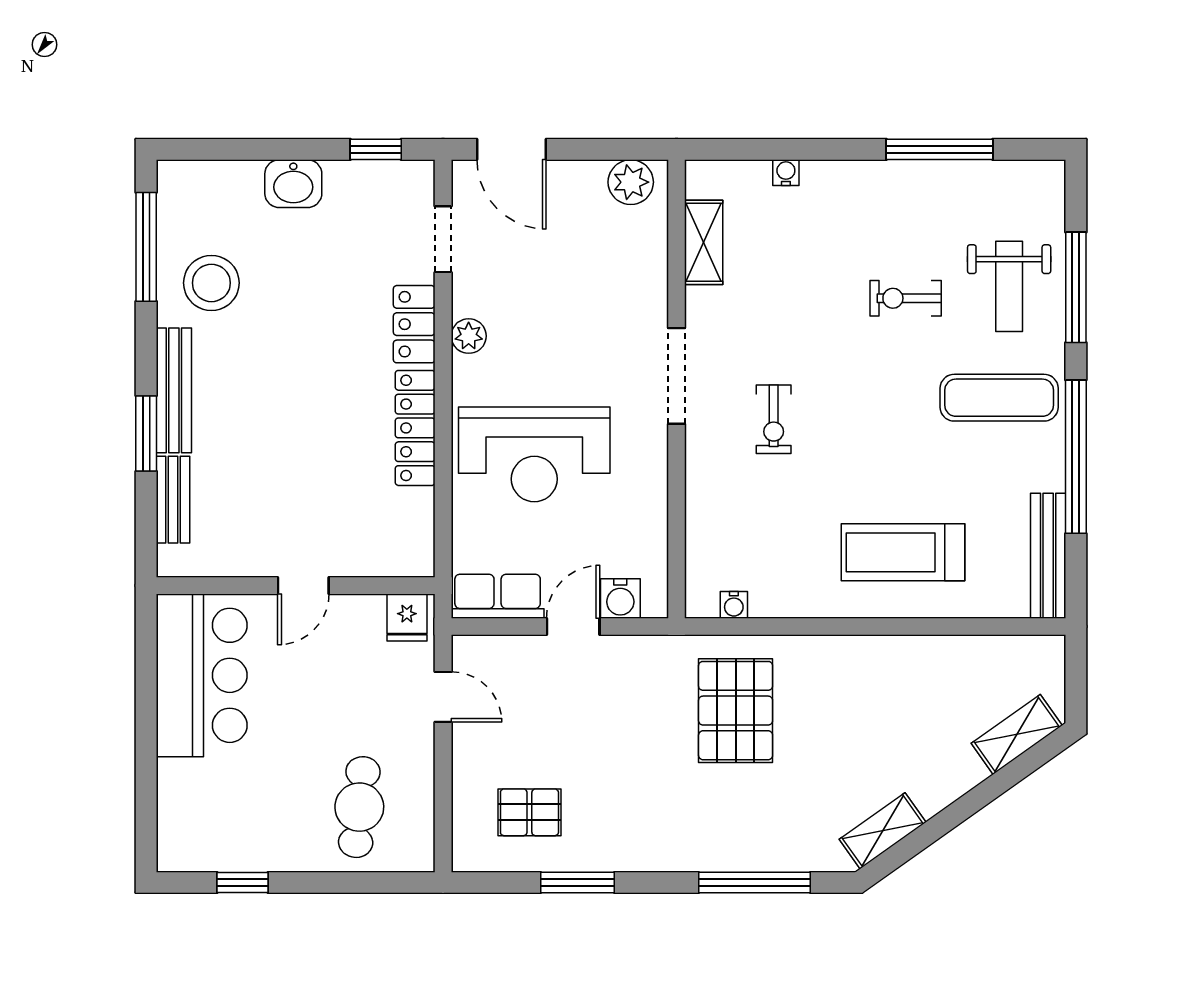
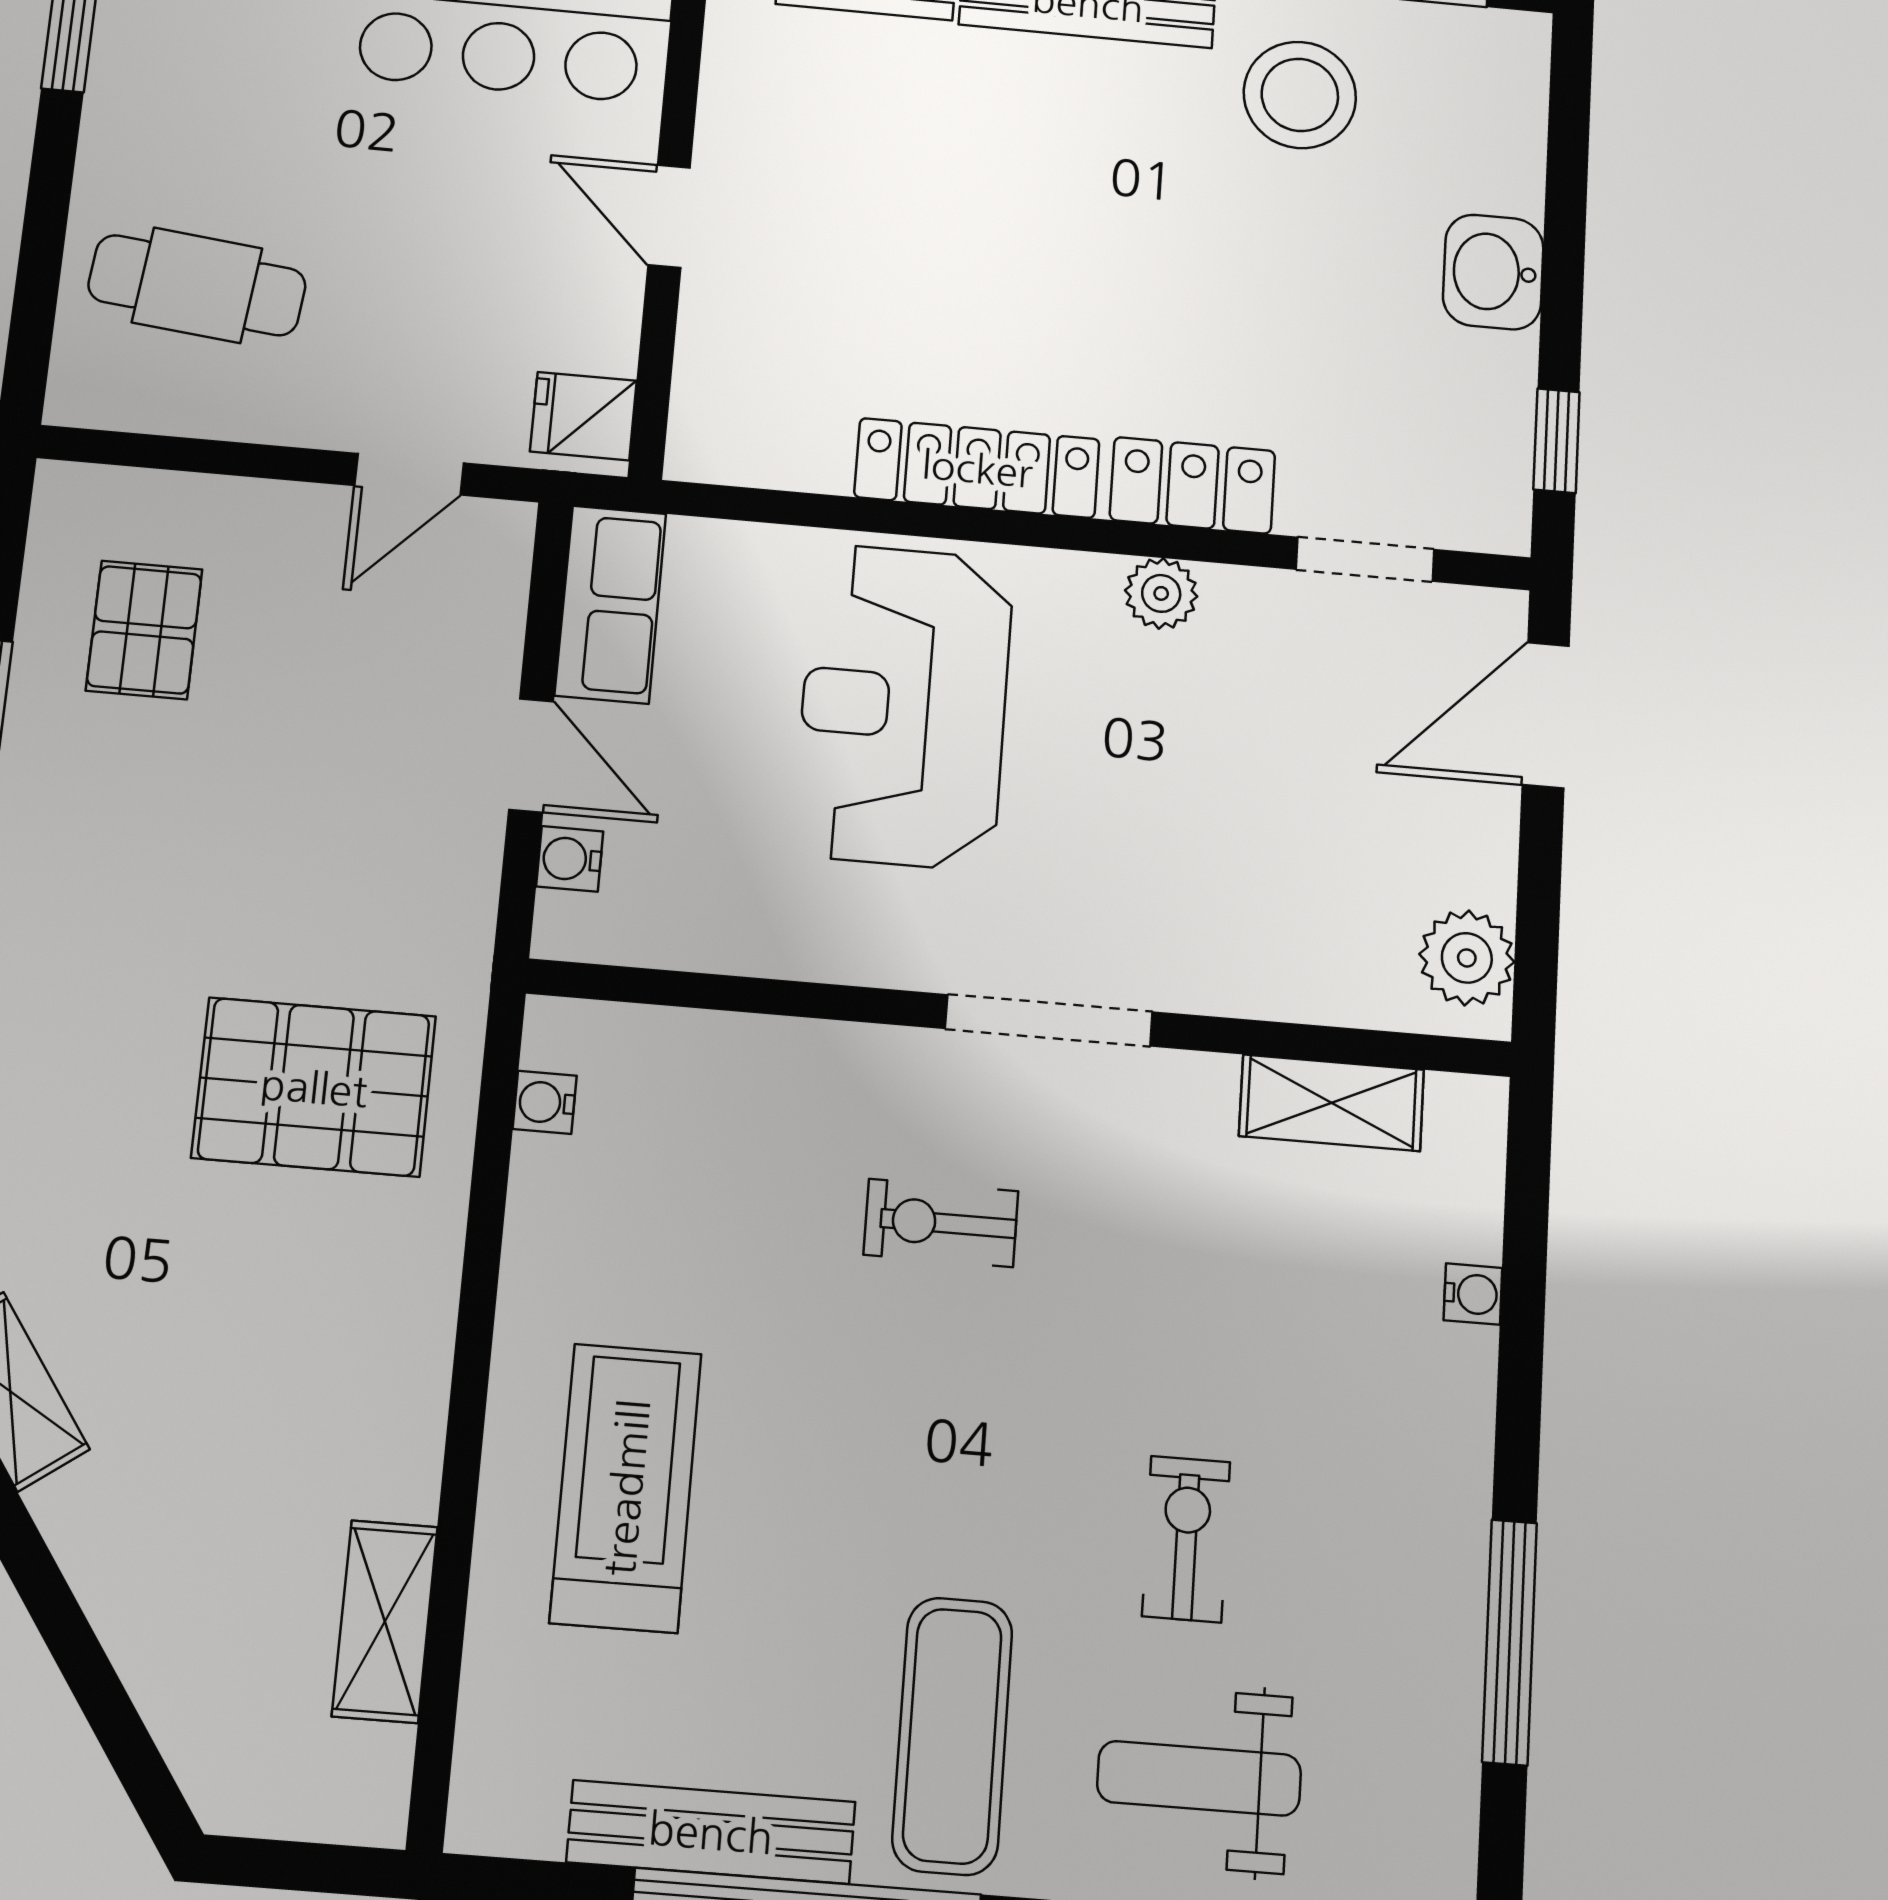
bench: (1048, 556) -> (711, 1832), moved
water cooler: (620, 599) -> (570, 859), width x0.72, depth x0.72
shelving: (1017, 734) -> (385, 1621), moved, turned 35

